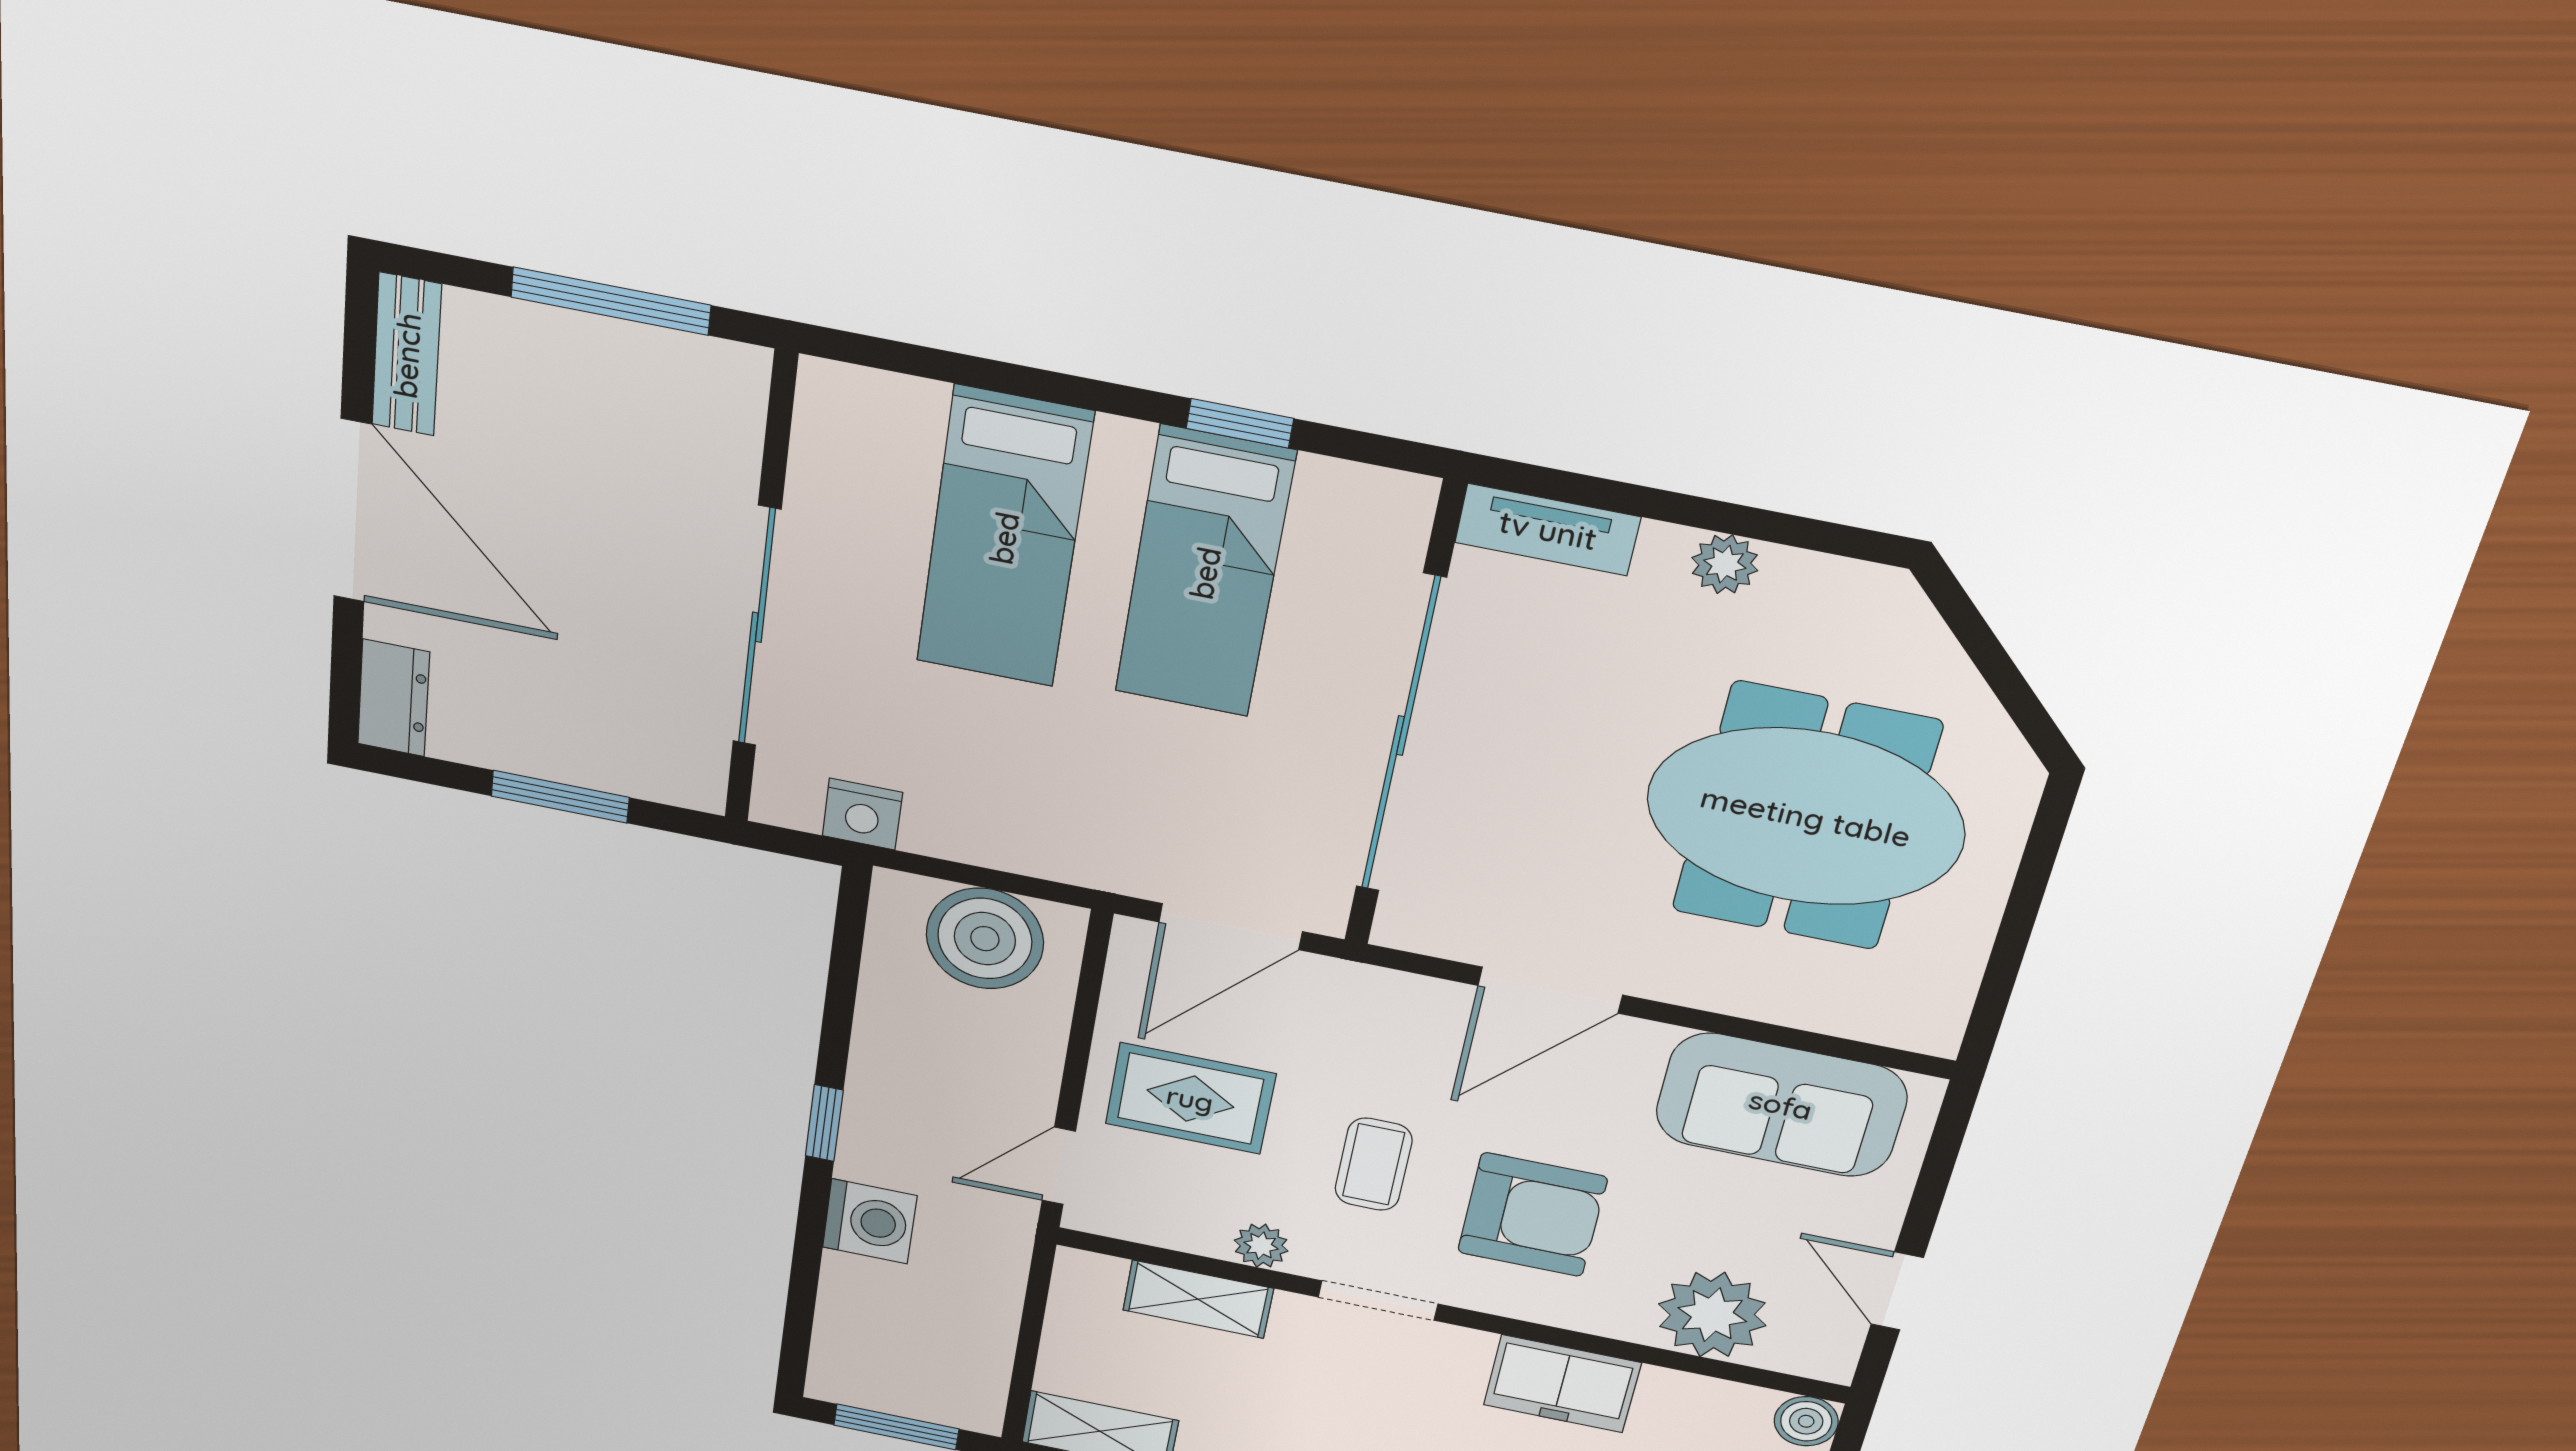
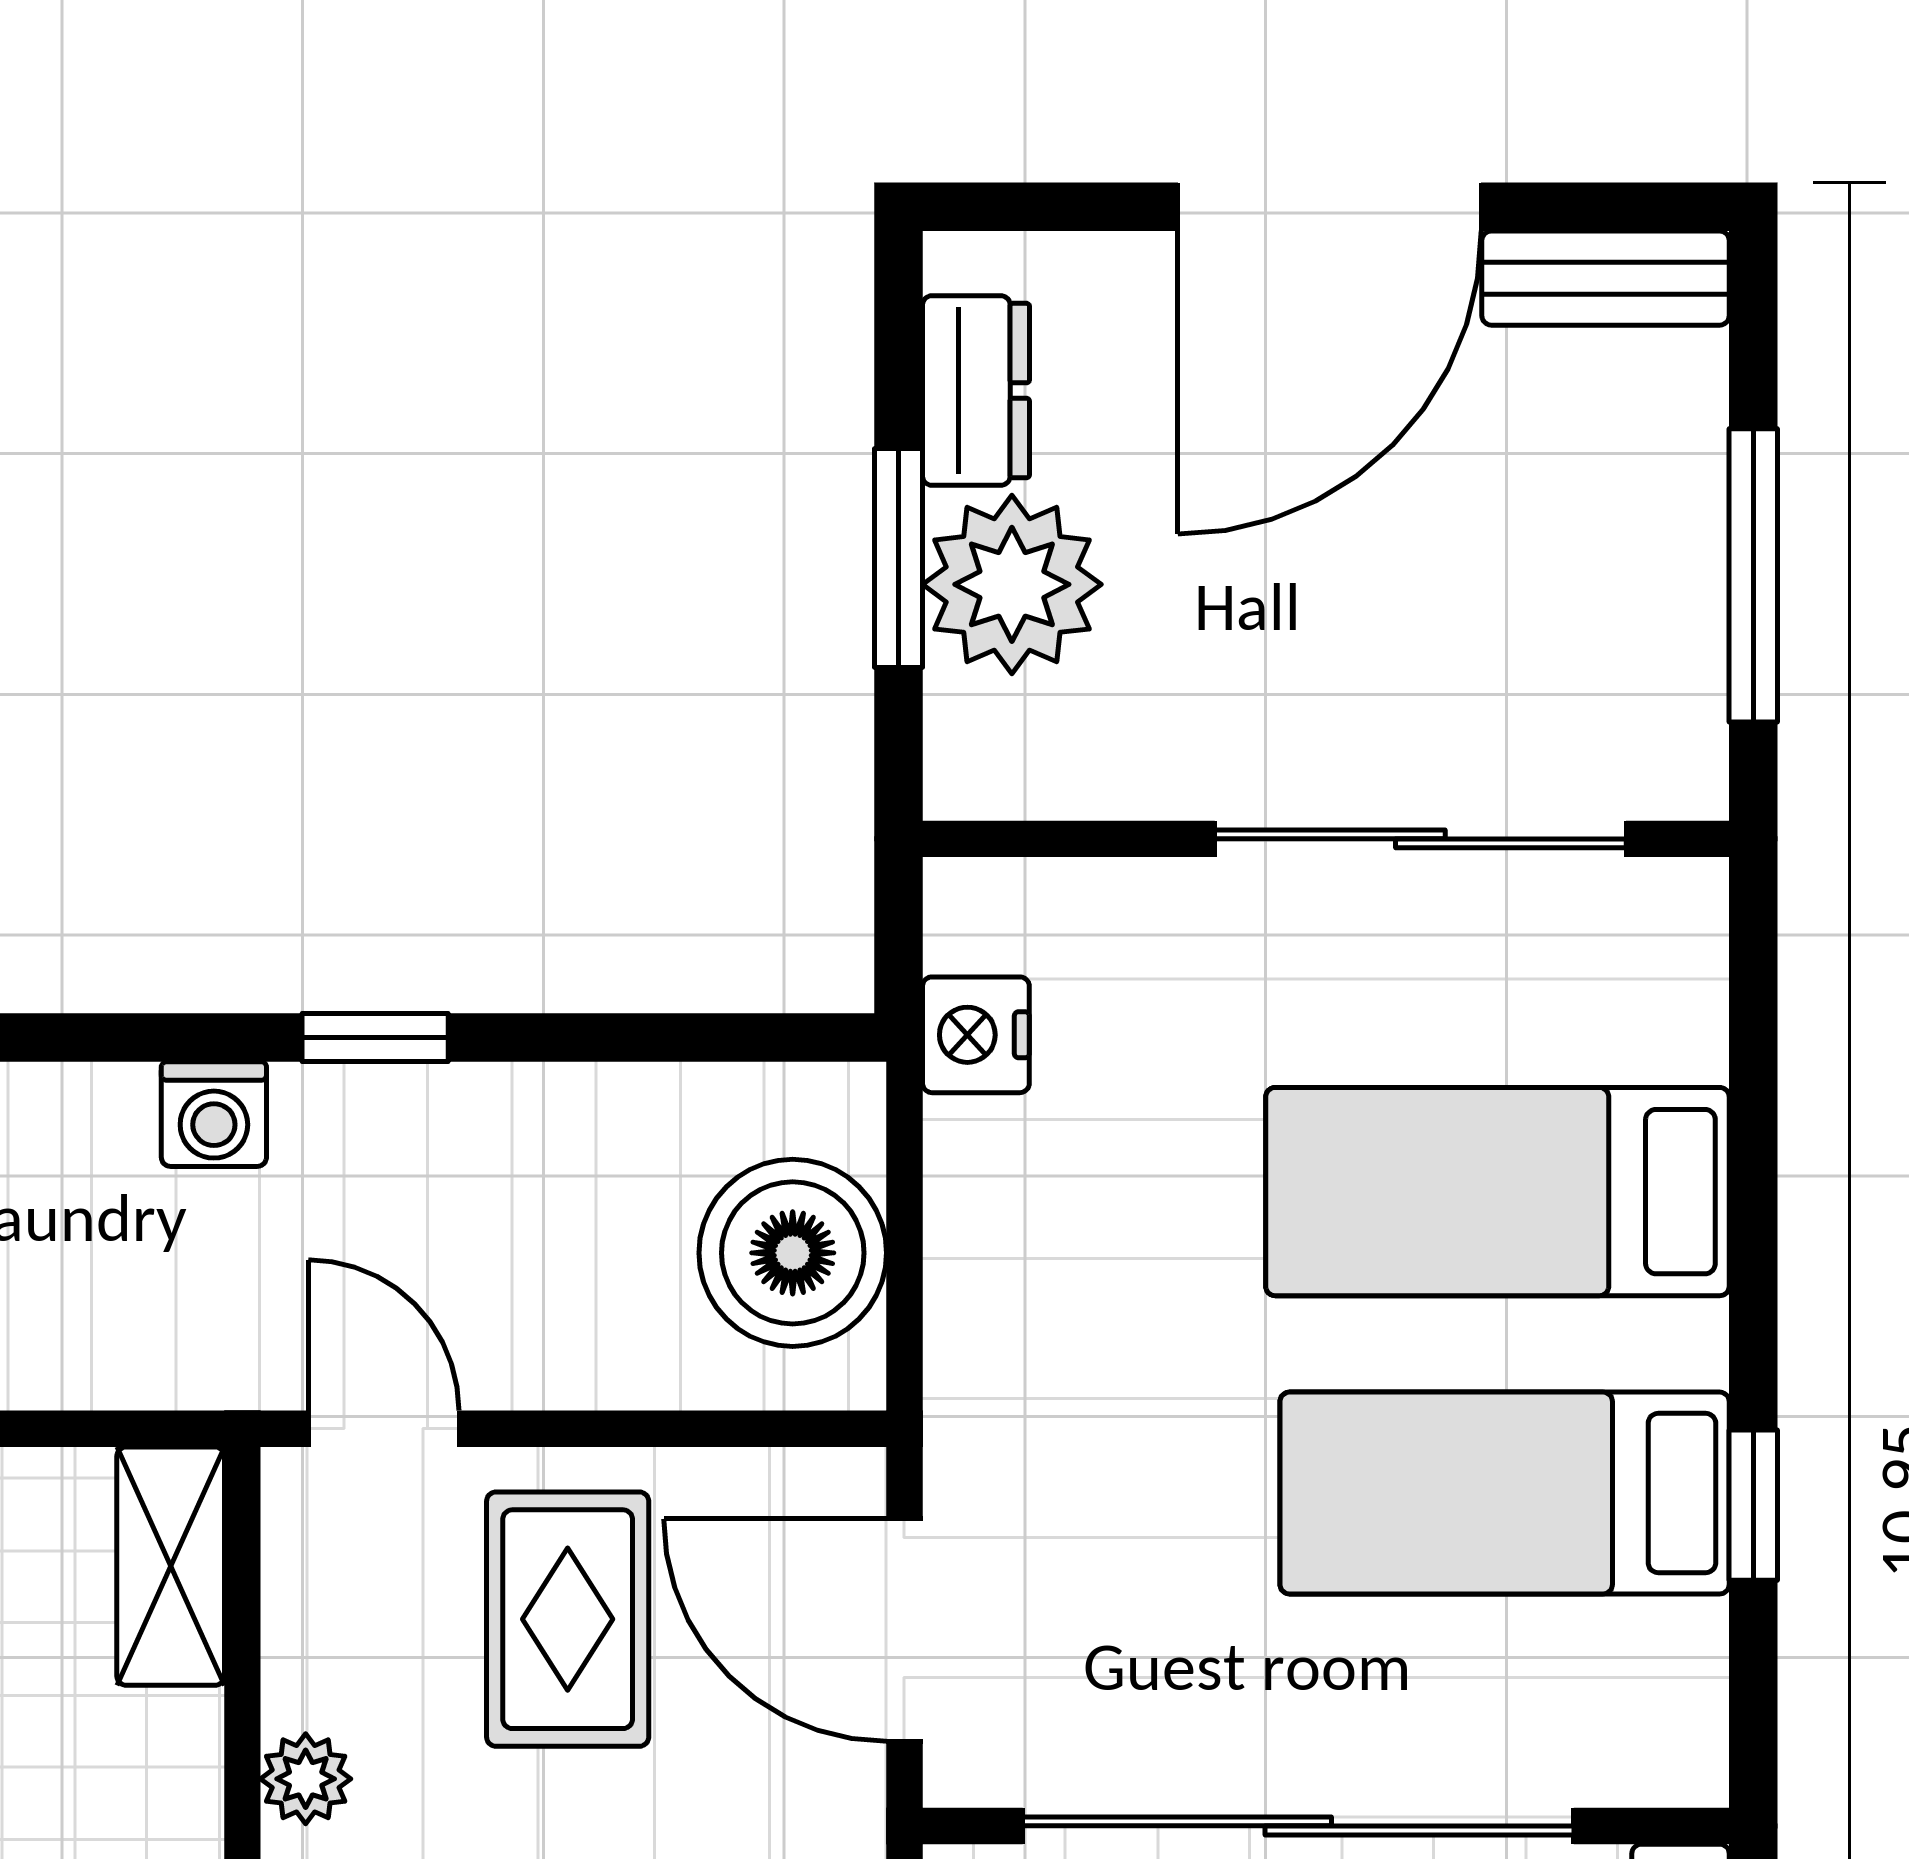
sliding door: (757, 627) -> (1420, 839), moved
dresser: (394, 698) -> (976, 391), moved, turned -90
plant: (582, 738) -> (1012, 584), added
washing machine: (870, 1221) -> (214, 1114), width x0.73, depth x0.73
shelving: (1198, 1299) -> (171, 1566), moved

